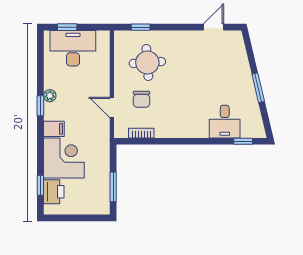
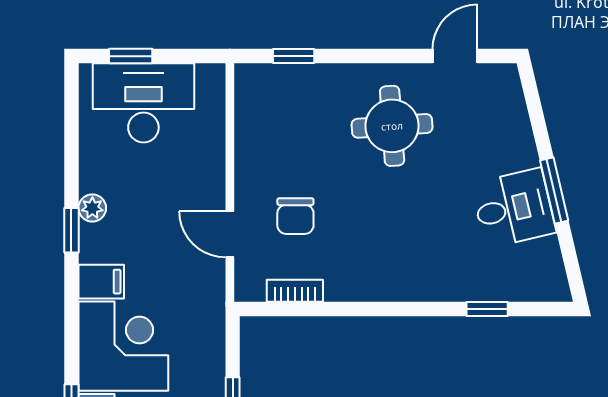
round table: (147, 62) -> (392, 126), moved
desk: (225, 122) -> (514, 208), moved, turned -103
window: (243, 141) -> (487, 309), moved

